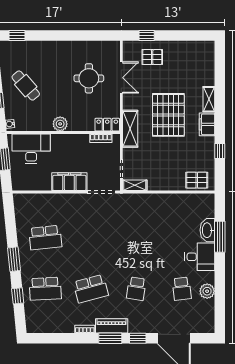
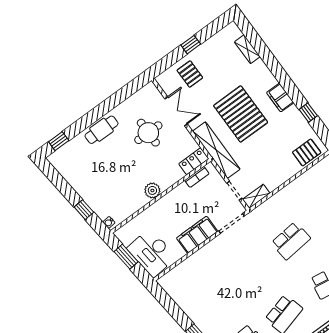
window: (147, 35) -> (191, 45), moved
pallet: (152, 57) -> (190, 74), turned 90
cafe table: (26, 86) -> (101, 130), moved, turned -49
shelving: (209, 99) -> (247, 49), moved
shelving: (130, 129) -> (216, 150), width x1.47
desk: (31, 149) -> (152, 253), moved, turned -96
school desk: (45, 238) -> (291, 241), moved

